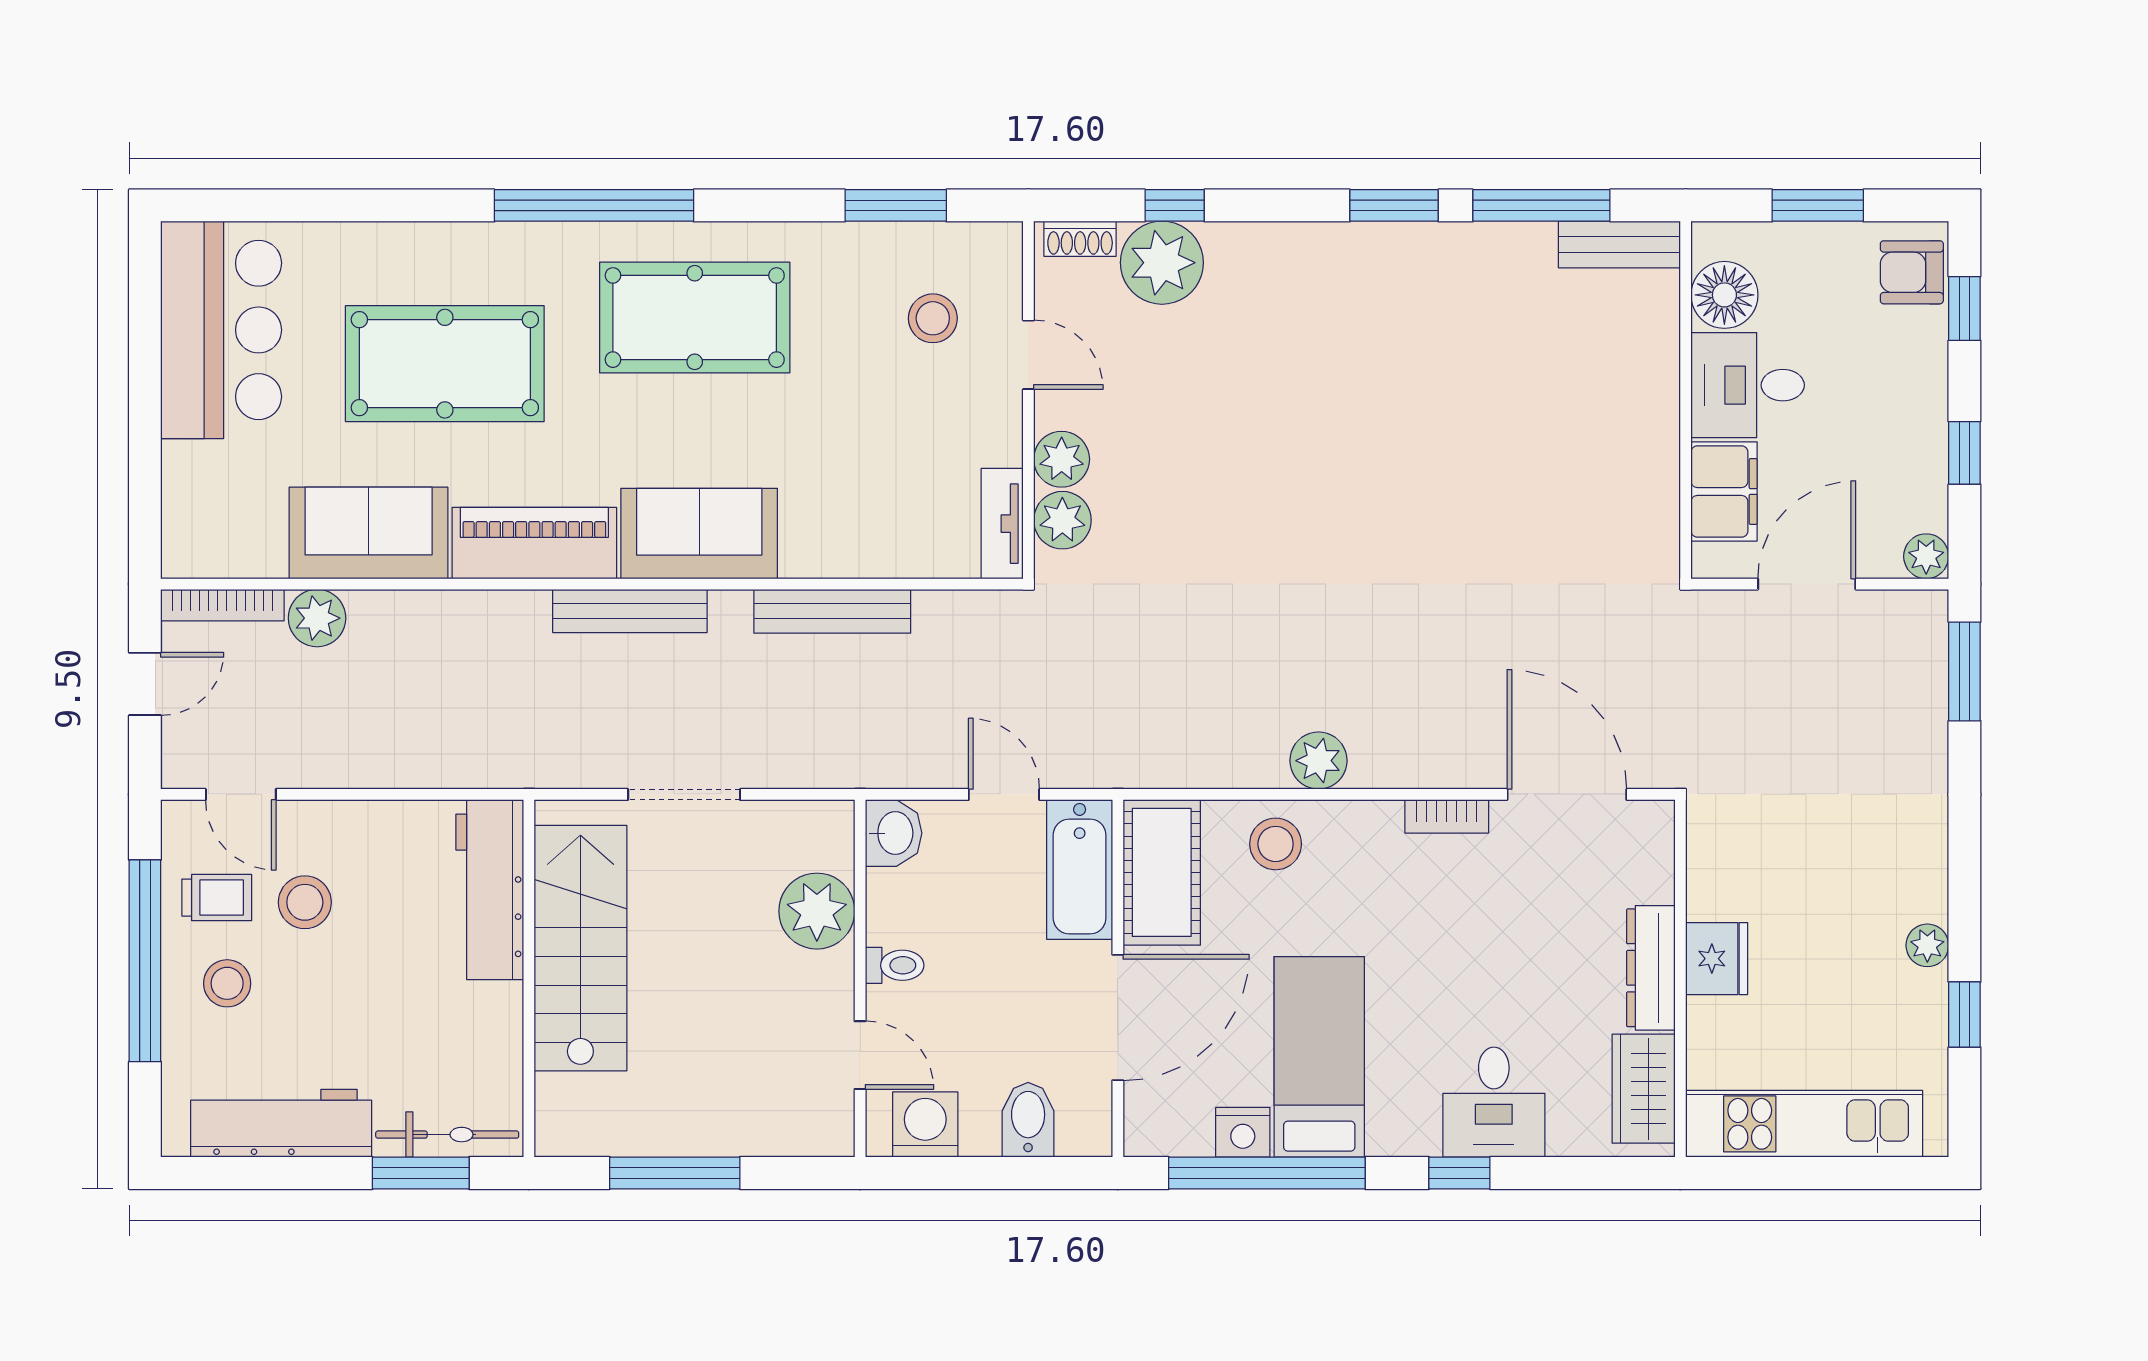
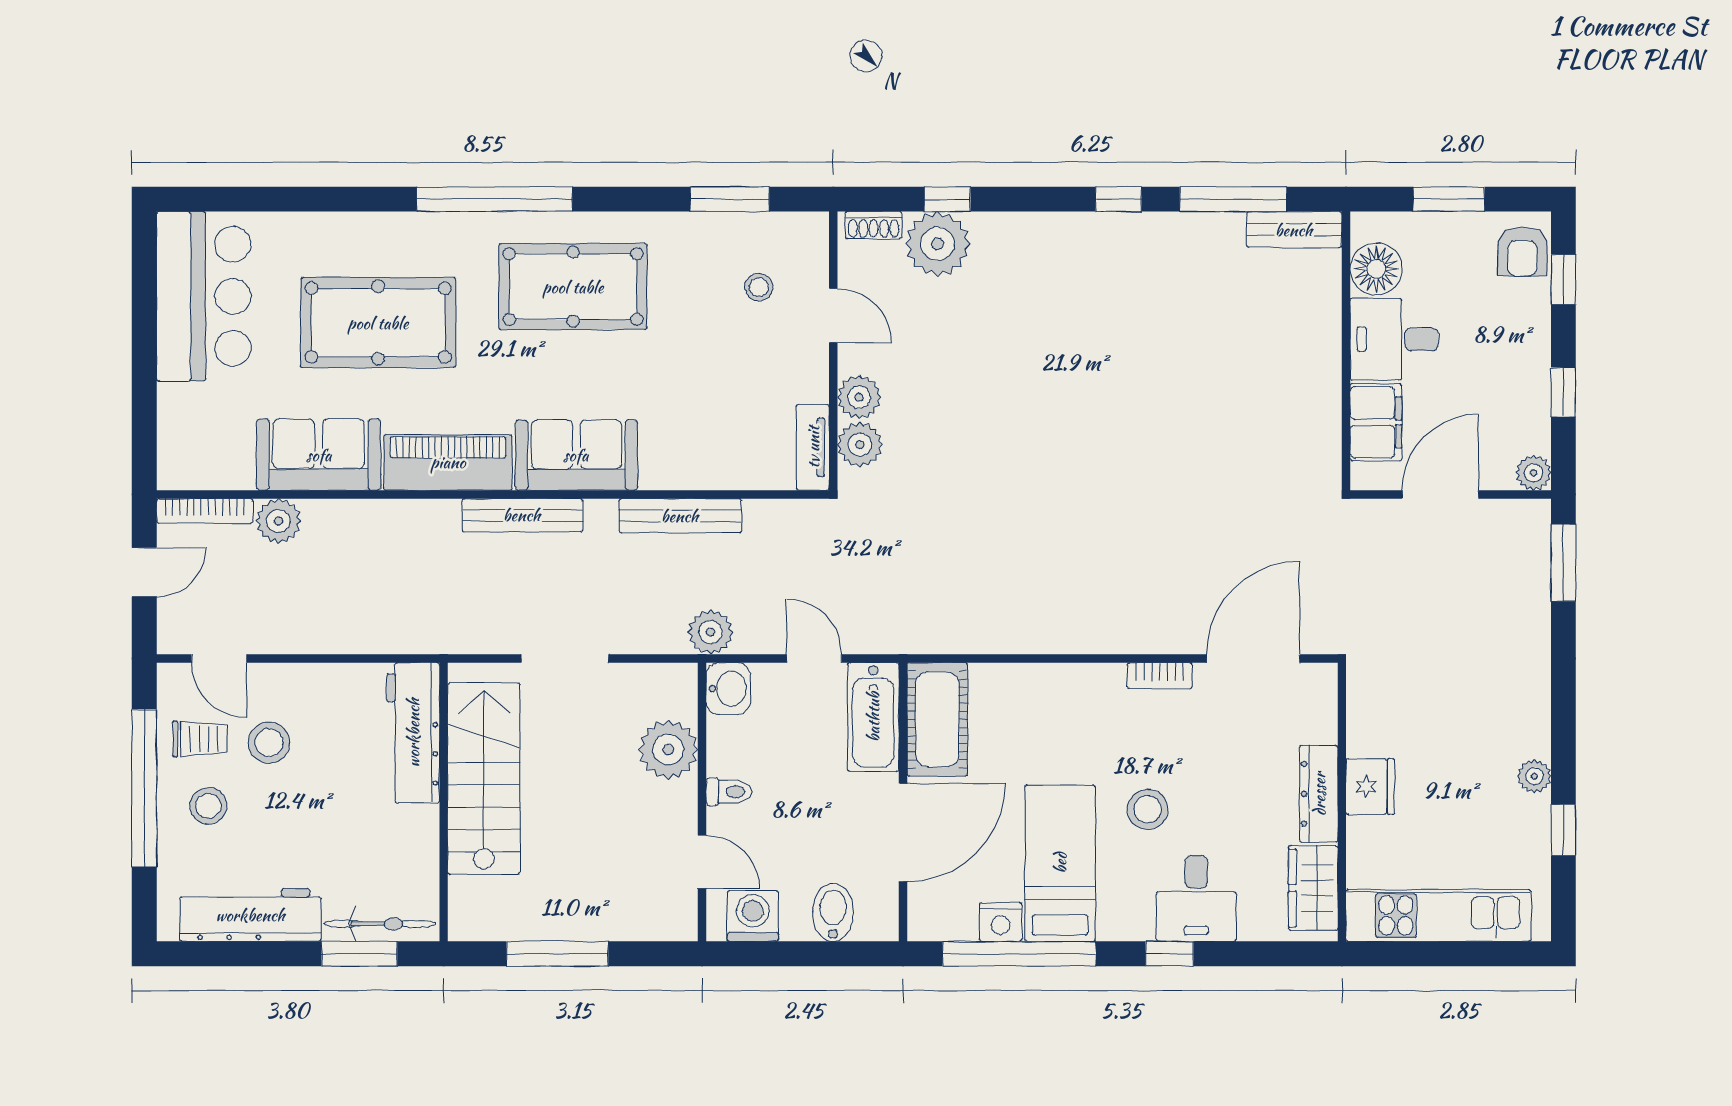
window: (1394, 205) -> (1119, 199), width x0.67
armchair: (1912, 272) -> (1522, 251), turned -90
stool: (933, 318) -> (759, 287), width x0.73, depth x0.73
plant: (1318, 761) -> (710, 632), moved
door: (1567, 794) -> (1253, 658), hinge flipped
stool: (1276, 844) -> (1148, 809), moved

